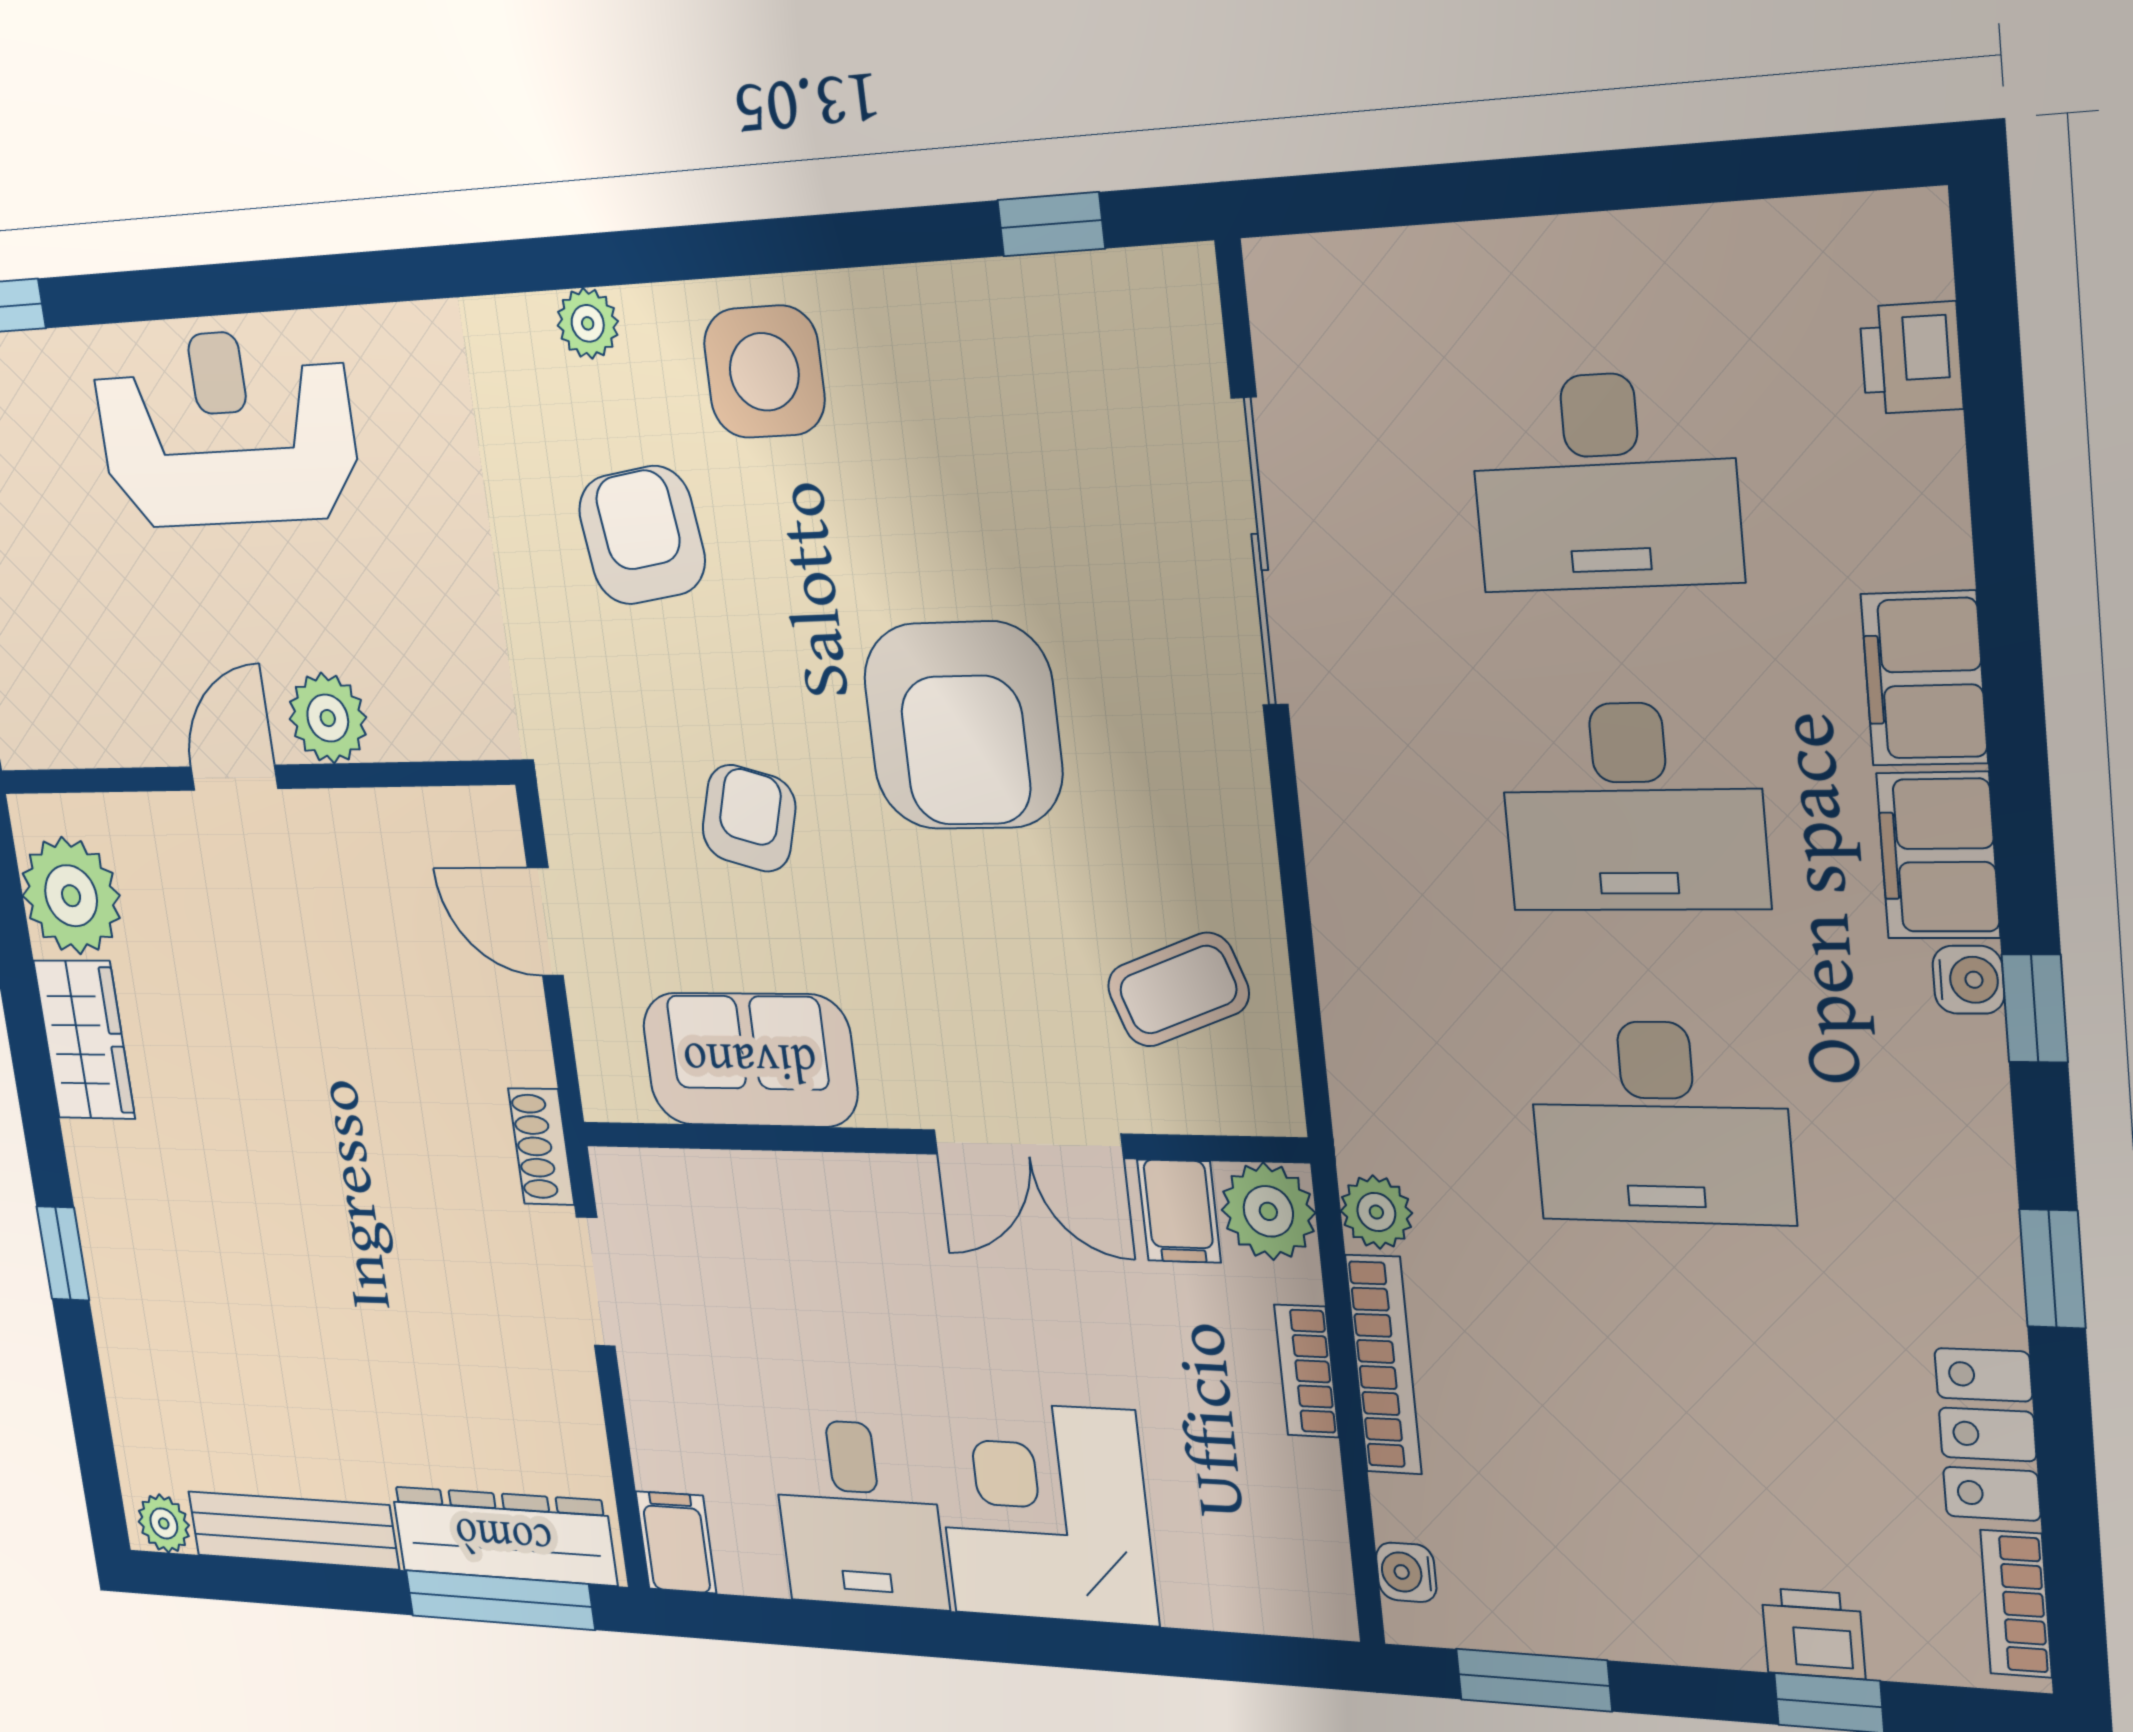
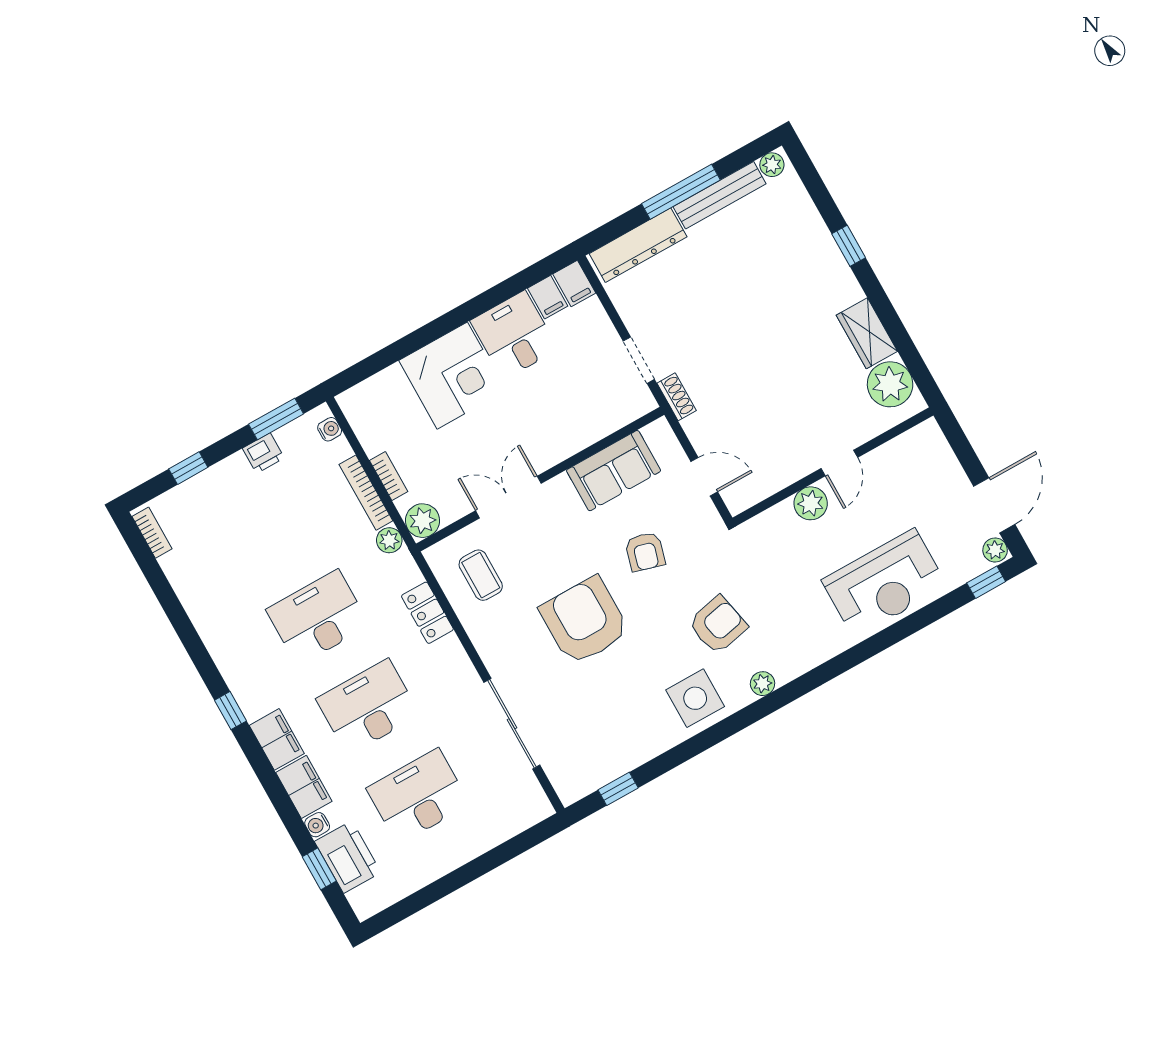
printer: (1911, 358) -> (348, 857), width x1.87, depth x1.48
armchair: (642, 535) -> (718, 625), turned -94
water cooler: (1968, 980) -> (317, 825), moved
coffee table: (1178, 990) -> (481, 575), turned -70
filing cabinet: (1179, 1211) -> (548, 297), moved, turned 180
window: (2052, 1269) -> (319, 869), moved
locker: (1988, 1434) -> (427, 613), moved, turned 180
window: (500, 1600) -> (681, 192), moved
printer: (1813, 1634) -> (263, 453), moved

